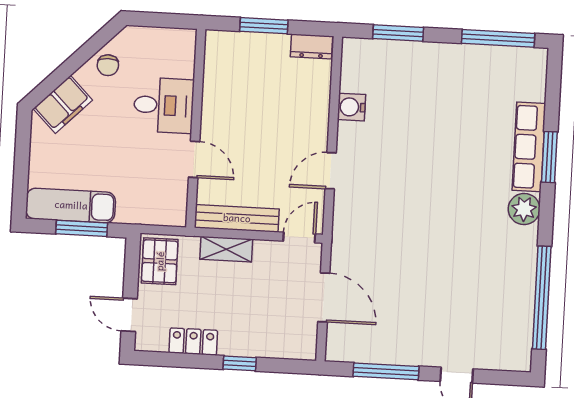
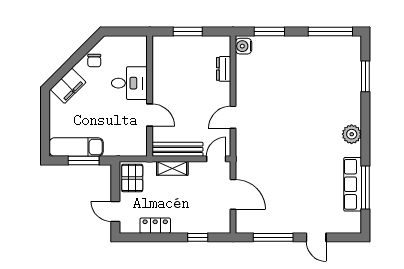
dresser: (312, 47) -> (224, 69), moved, turned 90
water cooler: (352, 107) -> (244, 46), moved
row of seats: (529, 147) -> (353, 184), moved
window: (549, 157) -> (365, 76), moved
window: (542, 298) -> (365, 187), width x0.68
window: (240, 363) -> (198, 237), moved

